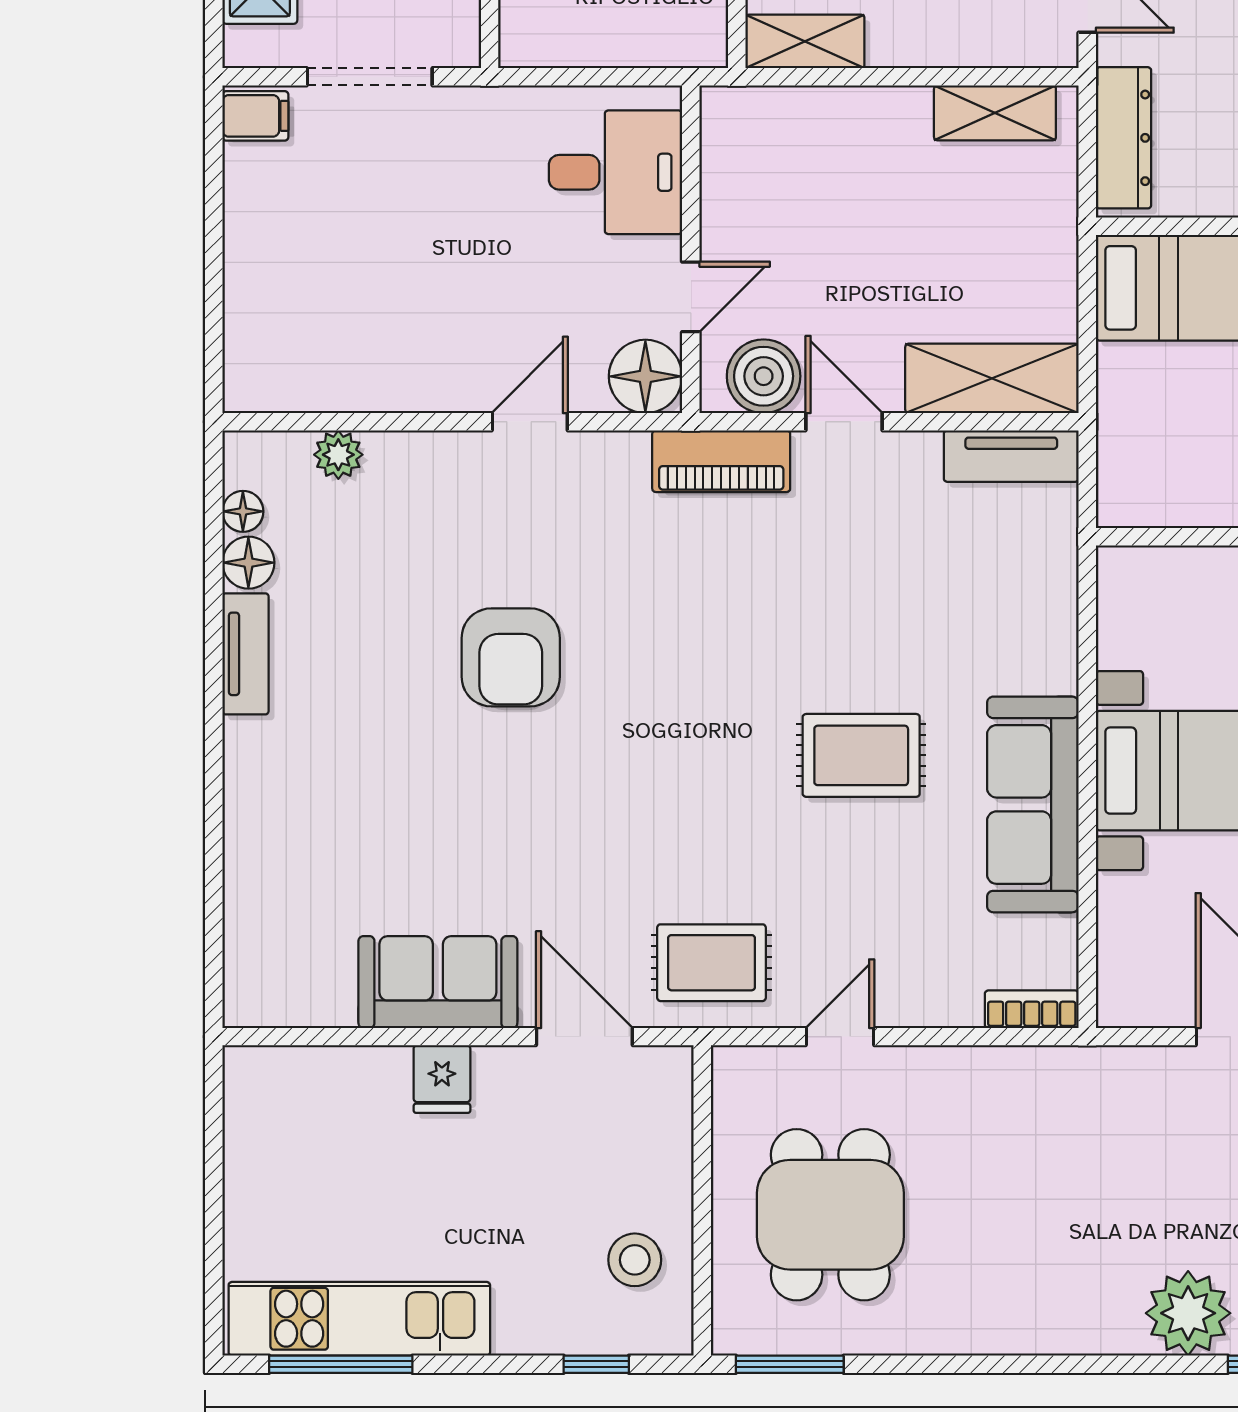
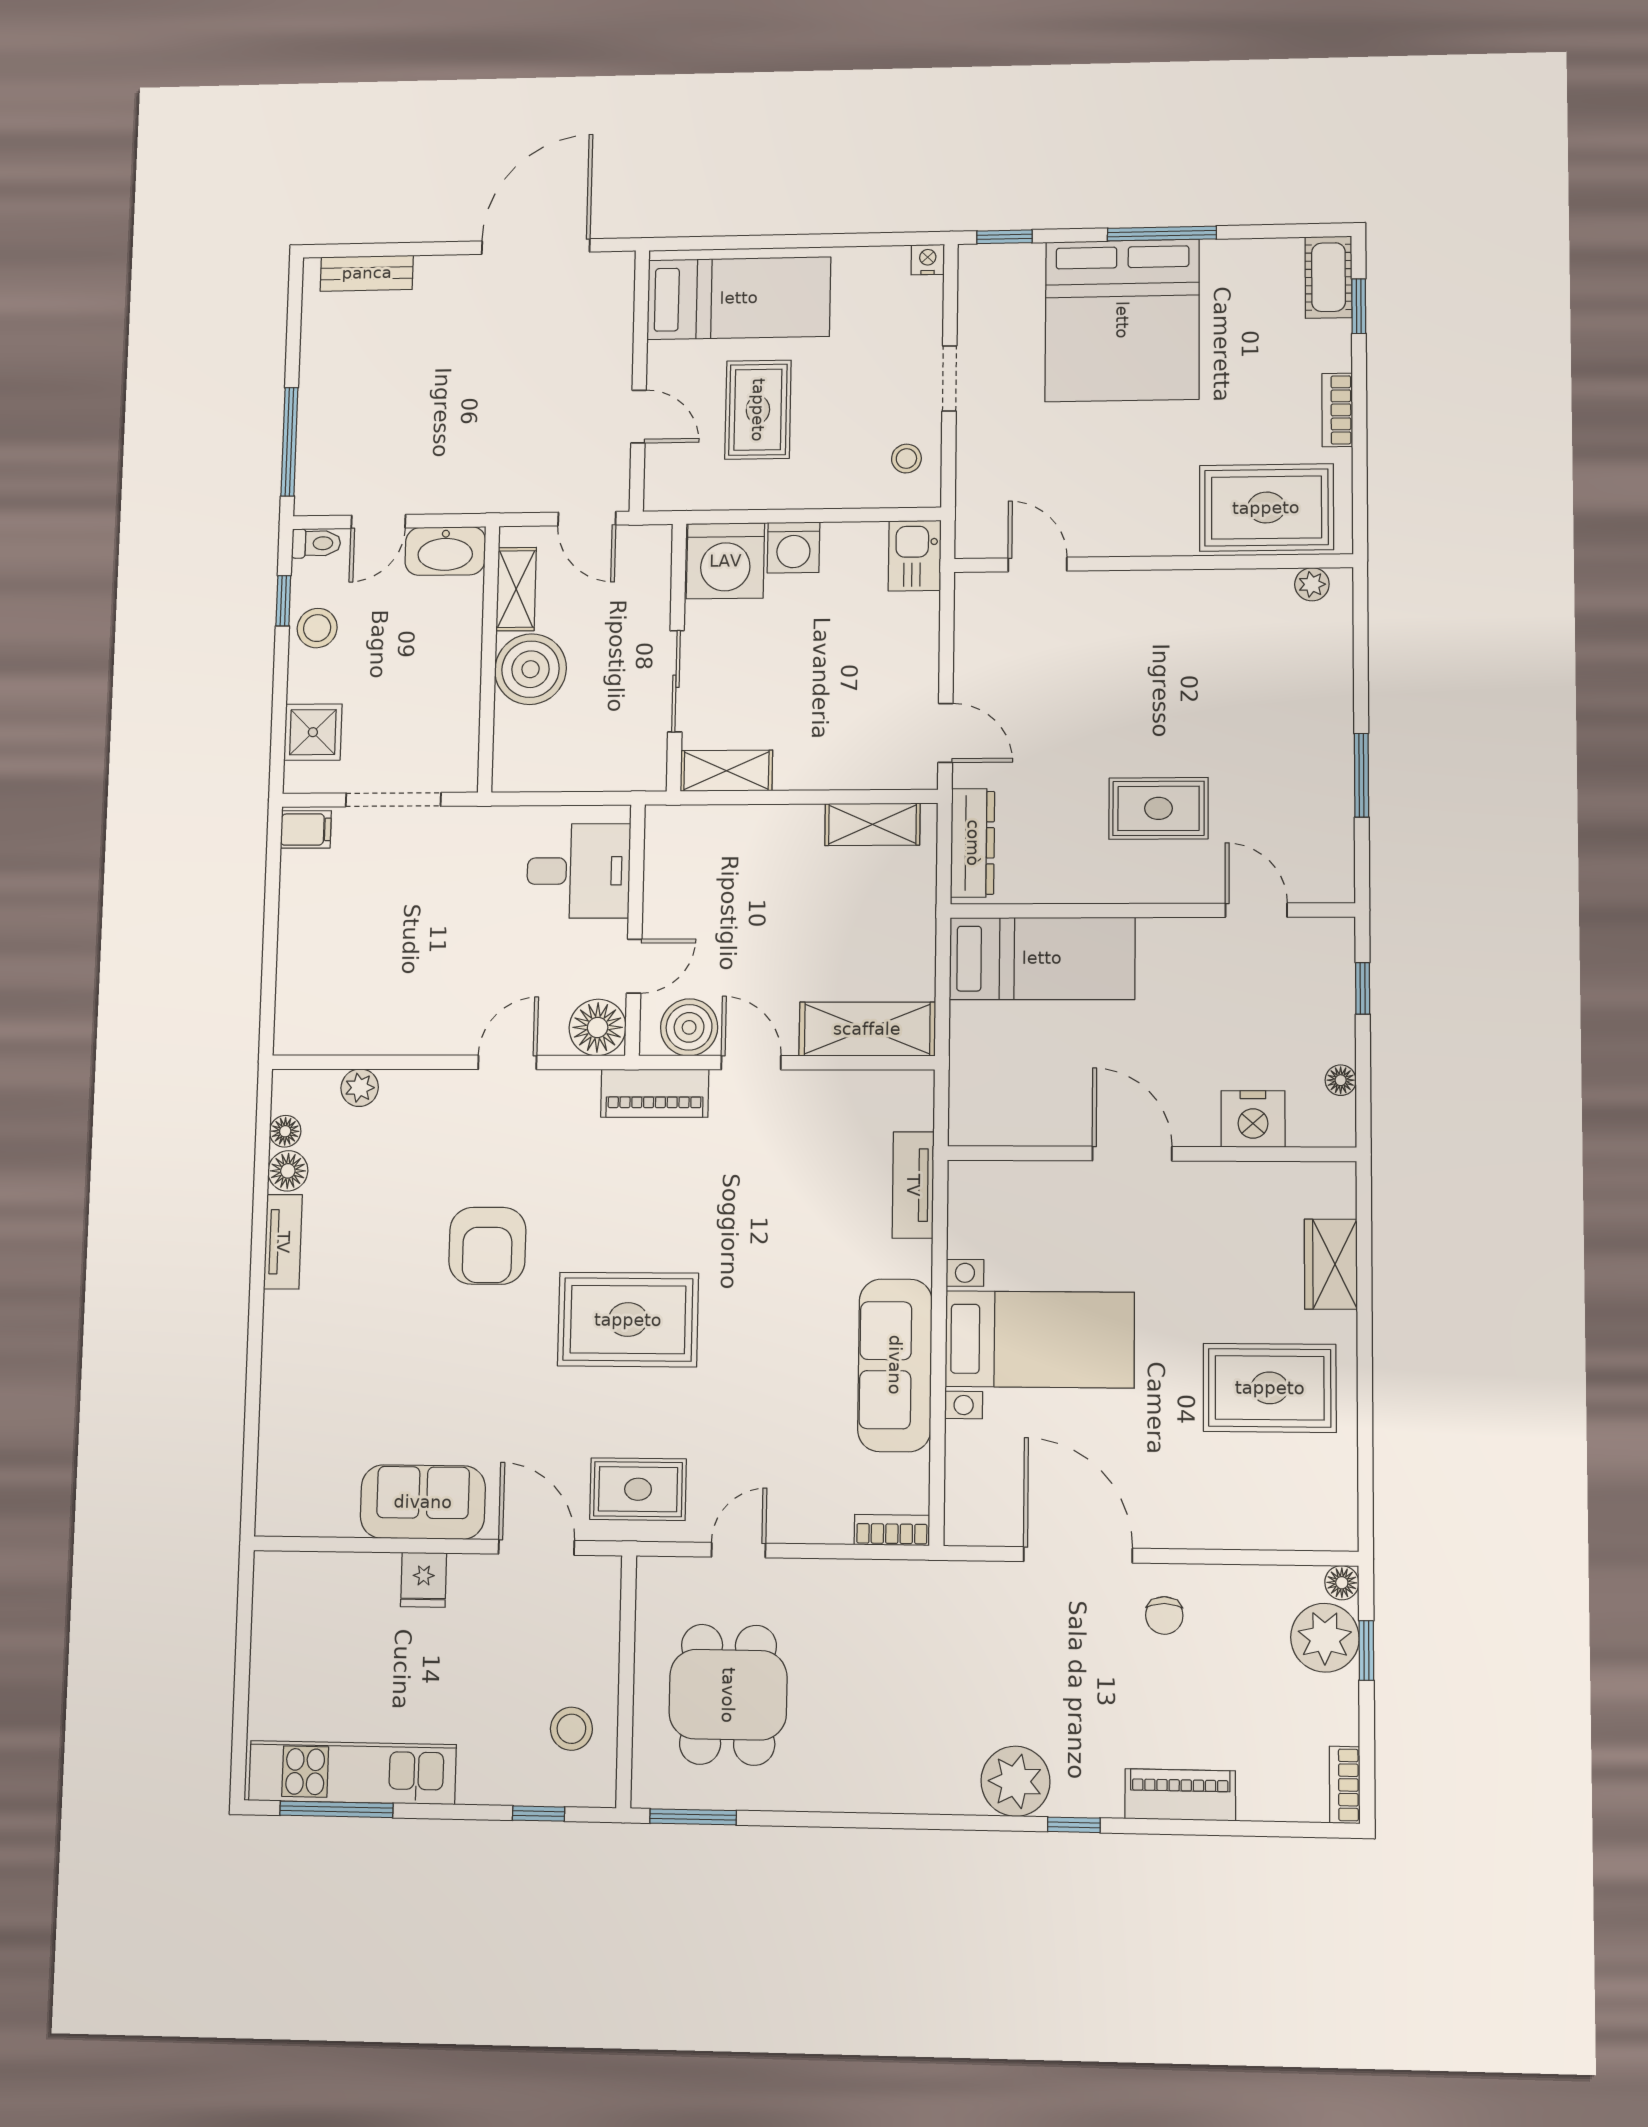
tv unit: (1011, 456) -> (913, 1185), moved, turned 90
rug: (861, 755) -> (628, 1320), moved, width x1.36, depth x1.43

